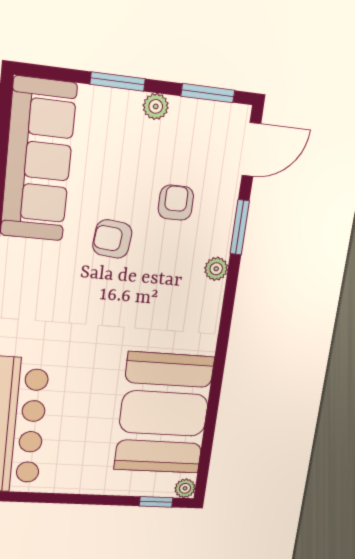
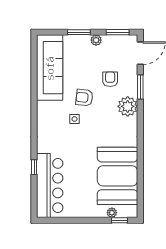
plant: (216, 269) -> (128, 106), width x1.88, depth x1.88
side table: (84, 286) -> (74, 119), added
plant: (185, 488) -> (112, 213), moved

